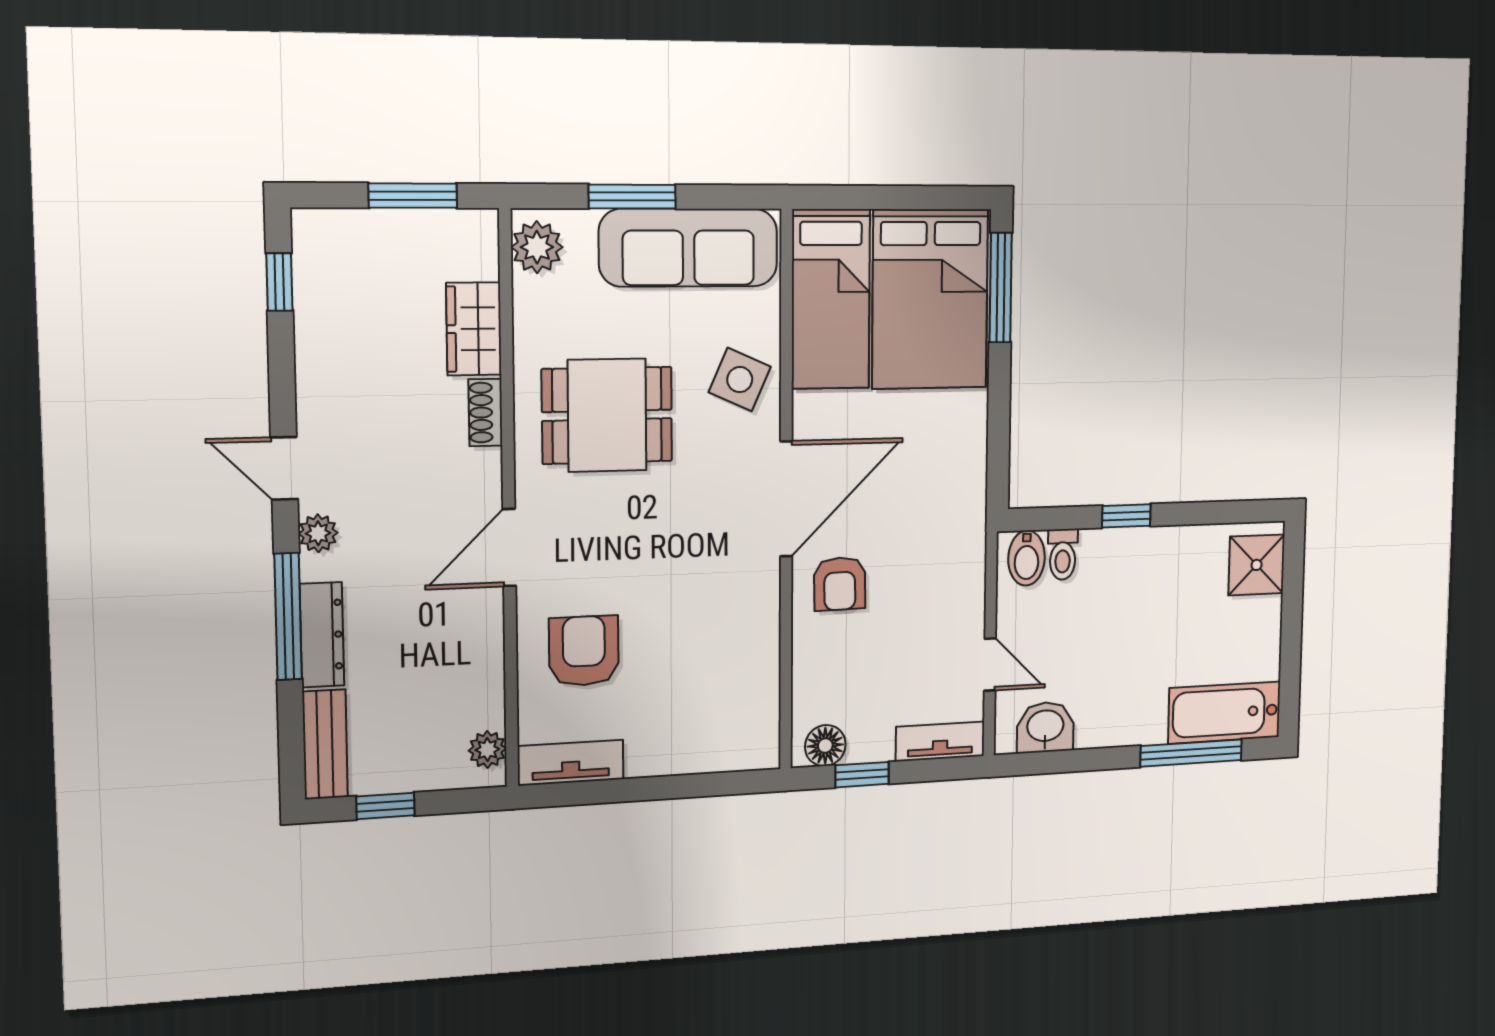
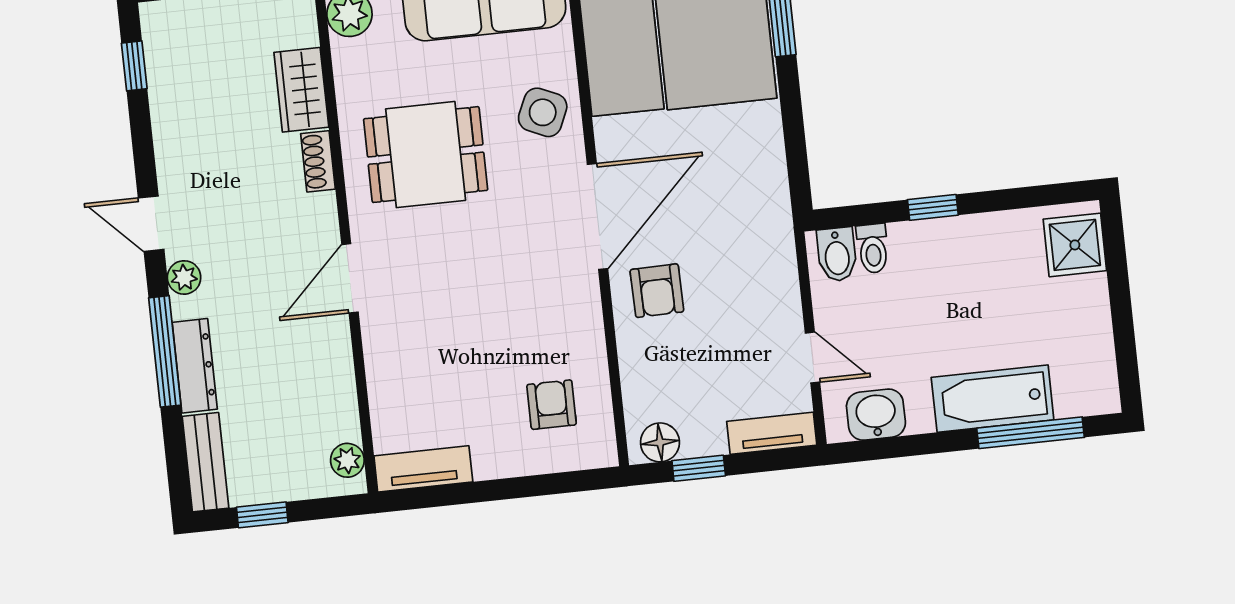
armchair: (584, 651) -> (552, 405), moved, width x0.72, depth x0.72
bathtub: (1224, 713) -> (993, 399), moved

